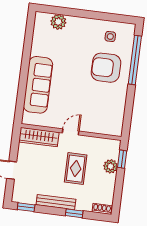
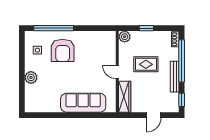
plant: (58, 22) -> (31, 77), moved
window: (122, 159) -> (146, 28), moved
plant: (111, 166) -> (125, 37), moved
window: (74, 213) -> (182, 61), width x3.17

